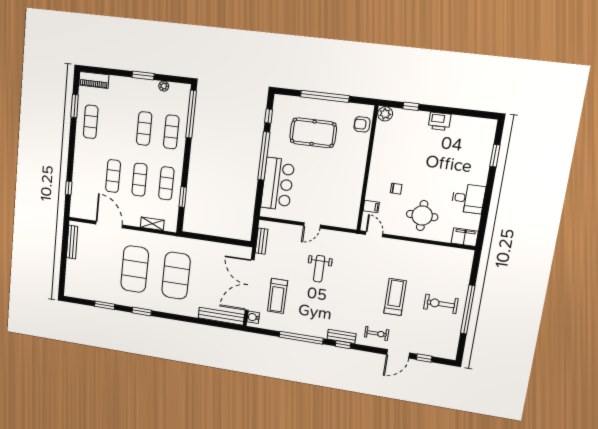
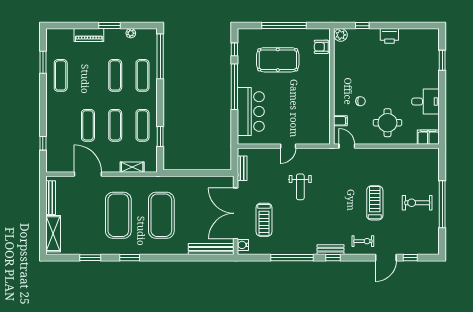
piano: (94, 80) -> (89, 35), moved
shelving: (72, 277) -> (53, 234), added

